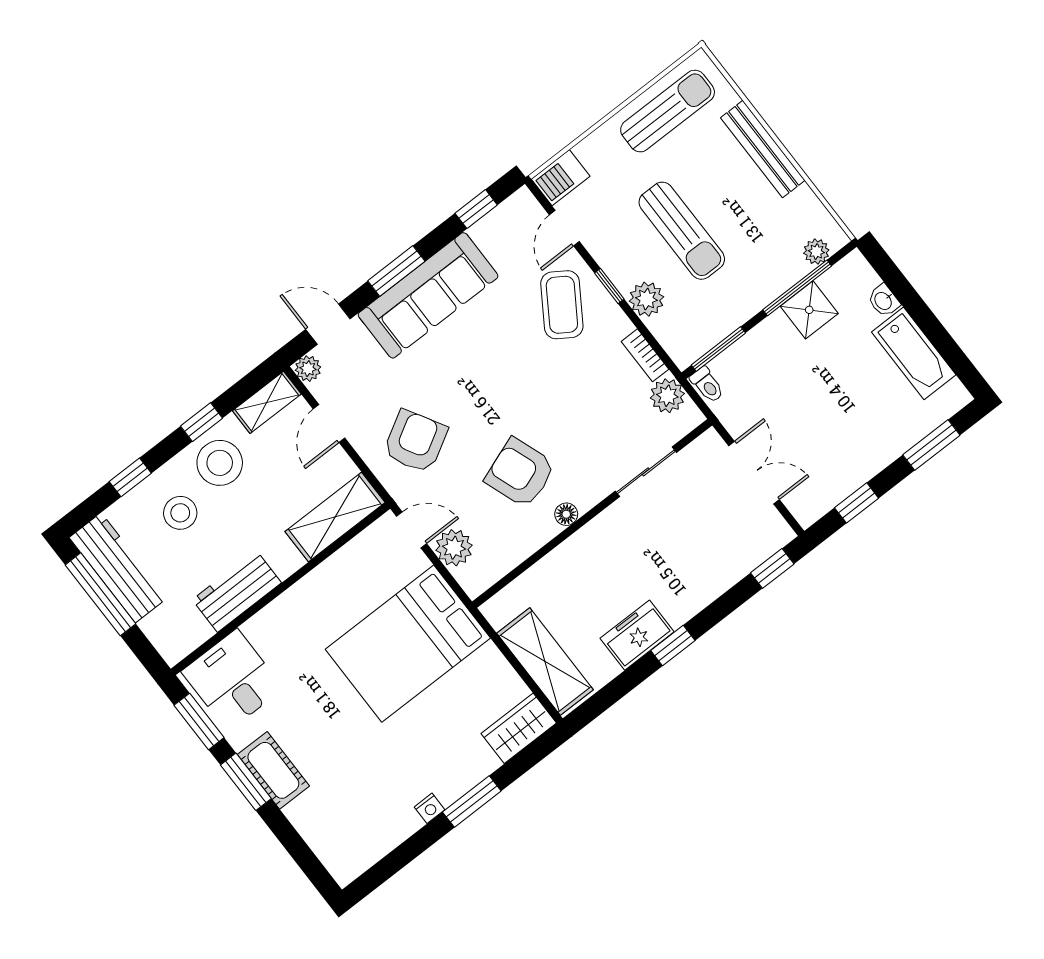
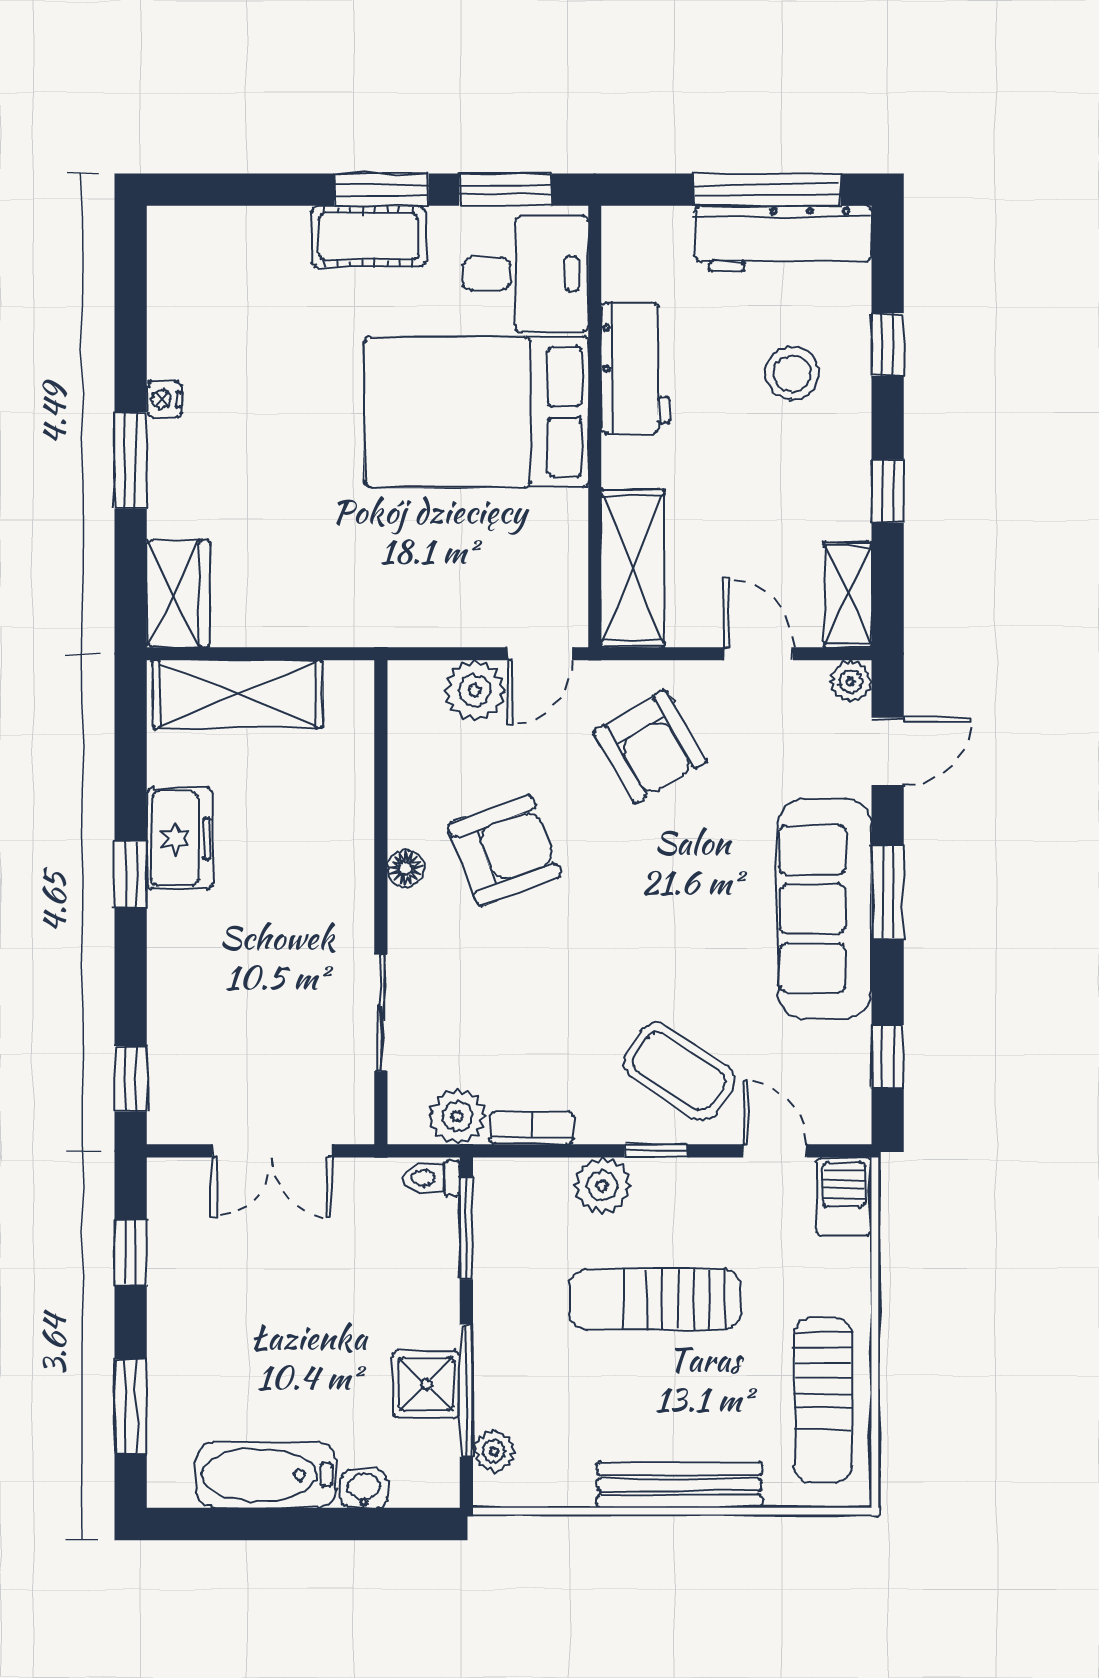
stool: (220, 463) -> (817, 474), removed
bed: (408, 644) -> (476, 412), moved, turned -90

